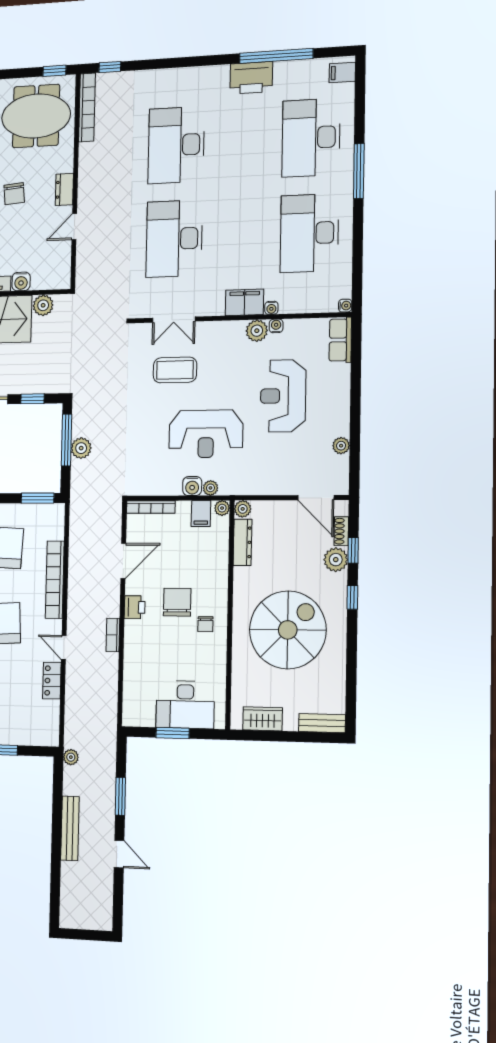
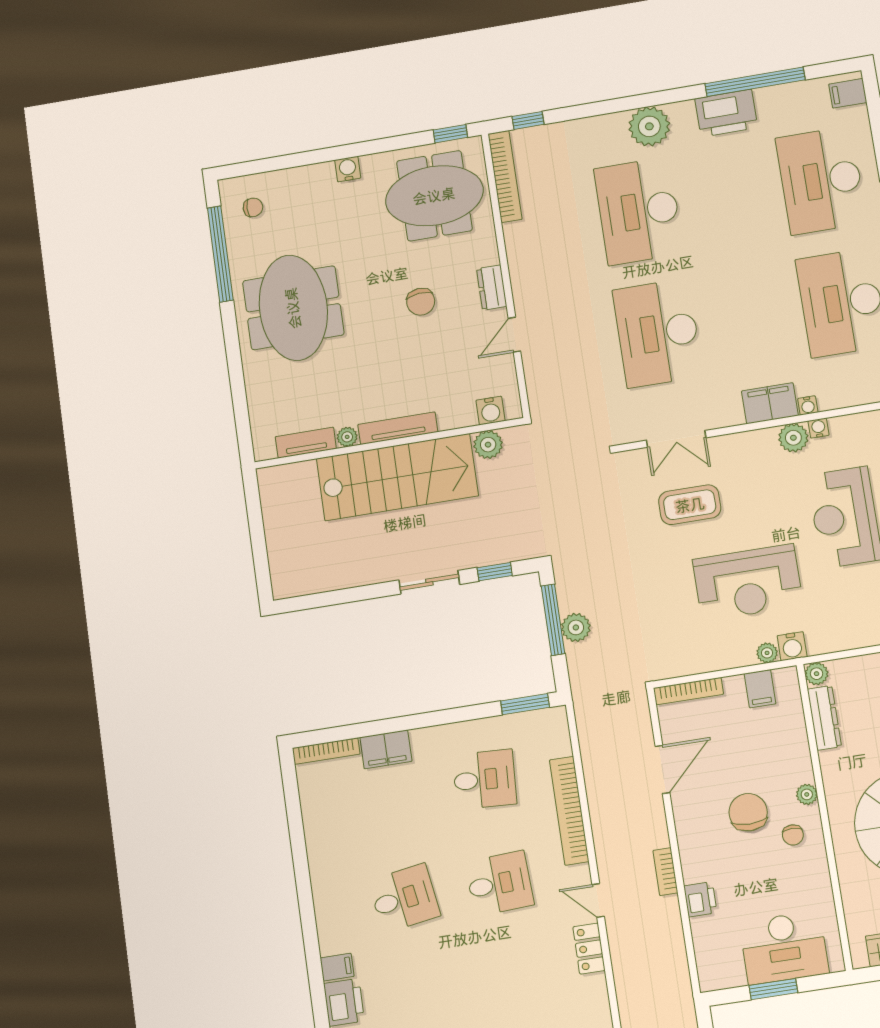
plant: (195, 82) -> (649, 126), added
water cooler: (21, 281) -> (490, 411), moved
water cooler: (192, 486) -> (792, 646), moved
plant: (222, 508) -> (807, 794), moved
printer: (135, 607) -> (700, 899), moved

